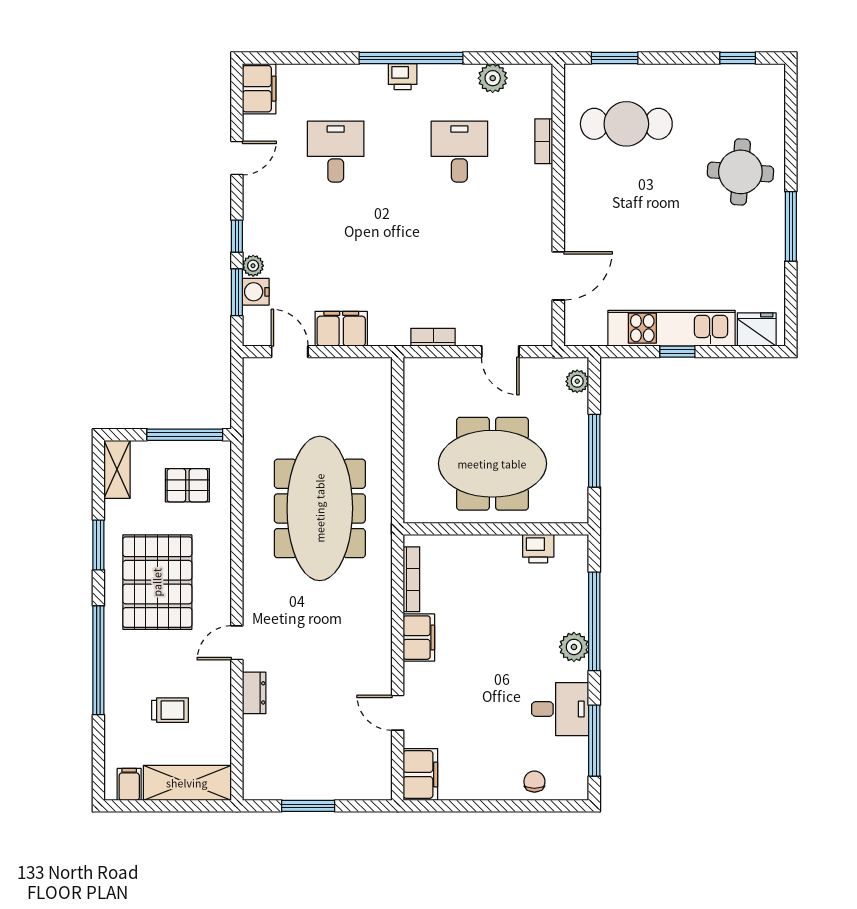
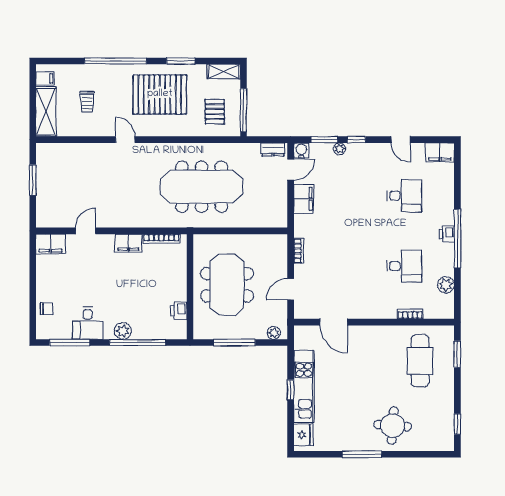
water cooler: (256, 292) -> (301, 150), moved
dresser: (254, 693) -> (273, 149), moved

